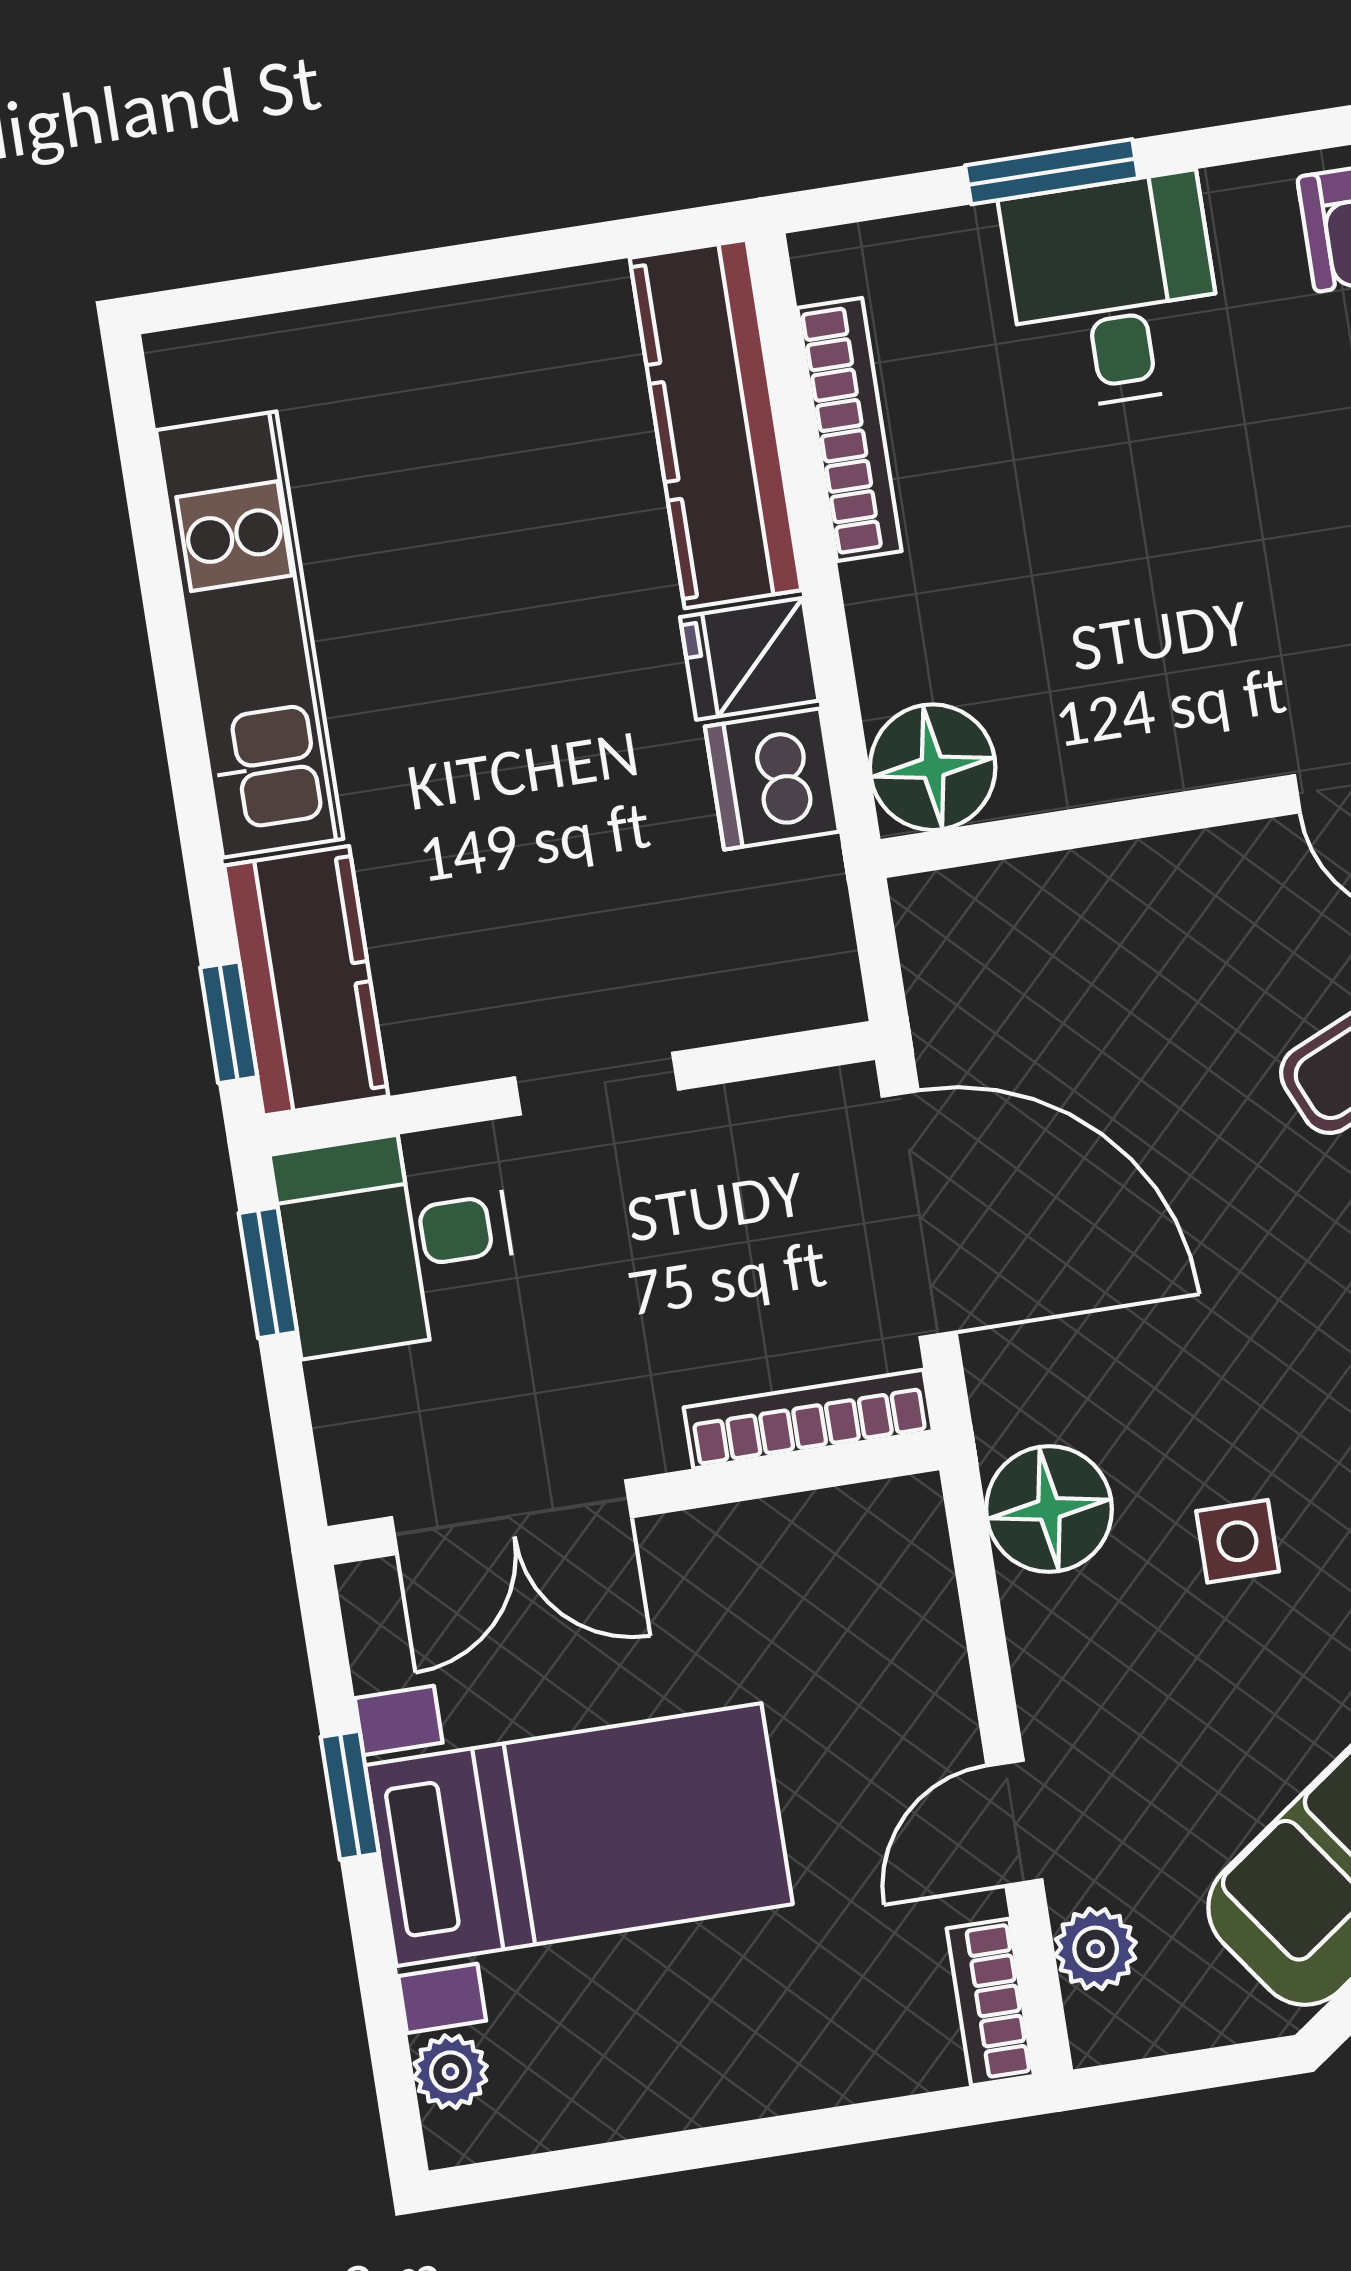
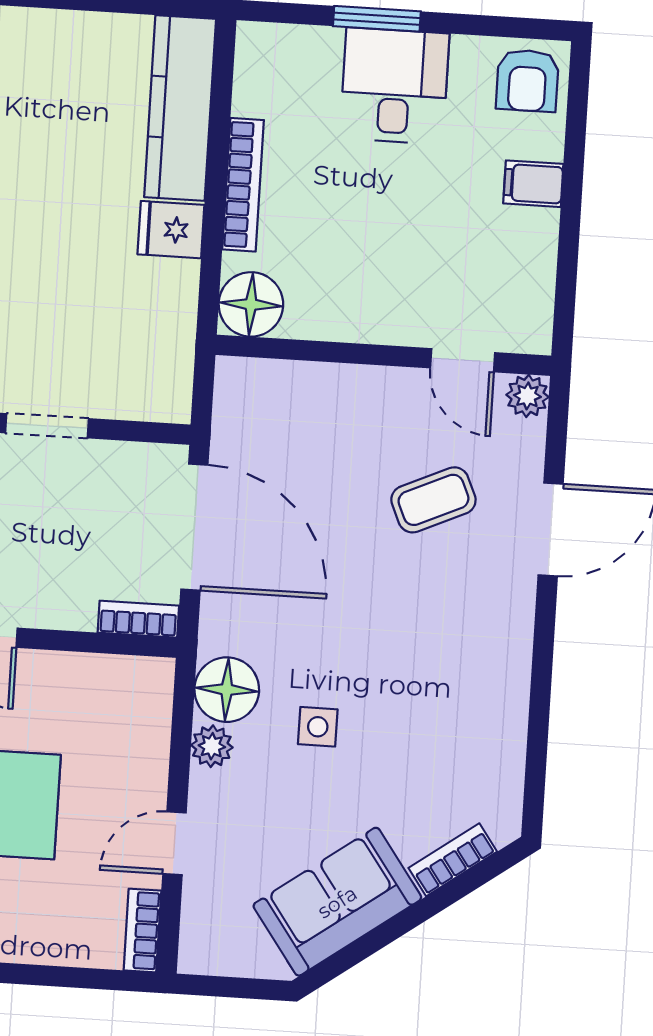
bookcase: (849, 429) -> (243, 185), moved
dishwasher: (772, 779) -> (169, 292), removed
bookcase: (808, 1419) -> (138, 619), width x0.64
plant: (1096, 1949) -> (212, 746), moved

